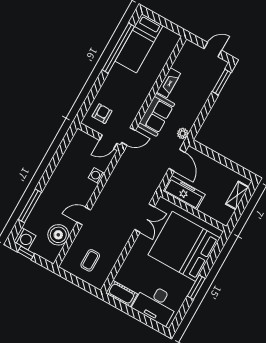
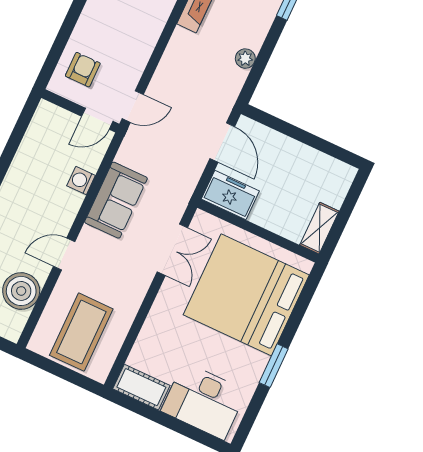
sofa: (156, 115) -> (116, 200), moved
plant: (183, 133) -> (245, 59), moved
freezer: (184, 193) -> (230, 195), width x0.71
shelving: (237, 195) -> (319, 228), moved
coffee table: (90, 260) -> (81, 332), width x1.86, depth x1.72

